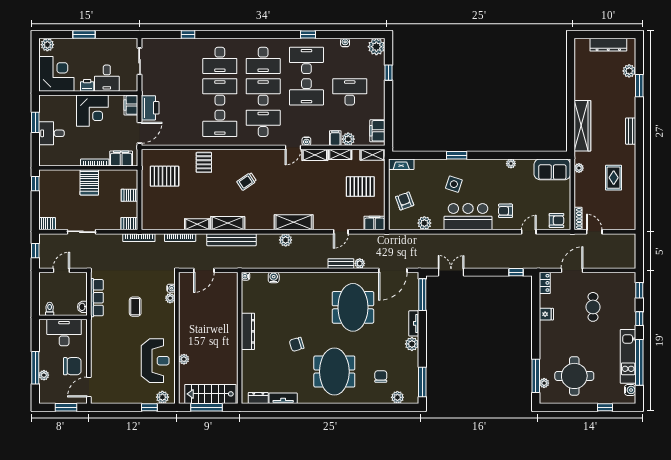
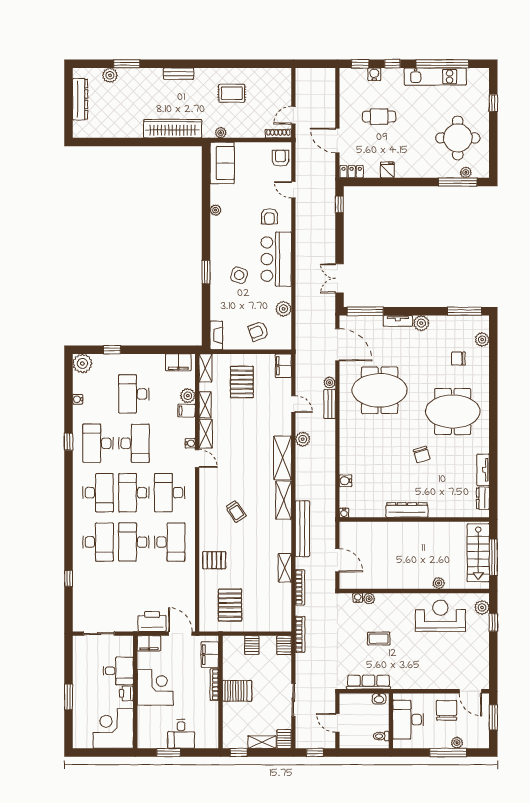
plant: (47, 45) -> (80, 739), removed
shelving: (44, 204) -> (262, 742), added
shelving: (228, 223) -> (284, 500), moved
plant: (286, 240) -> (303, 439), moved
water cooler: (630, 390) -> (374, 74), moved

